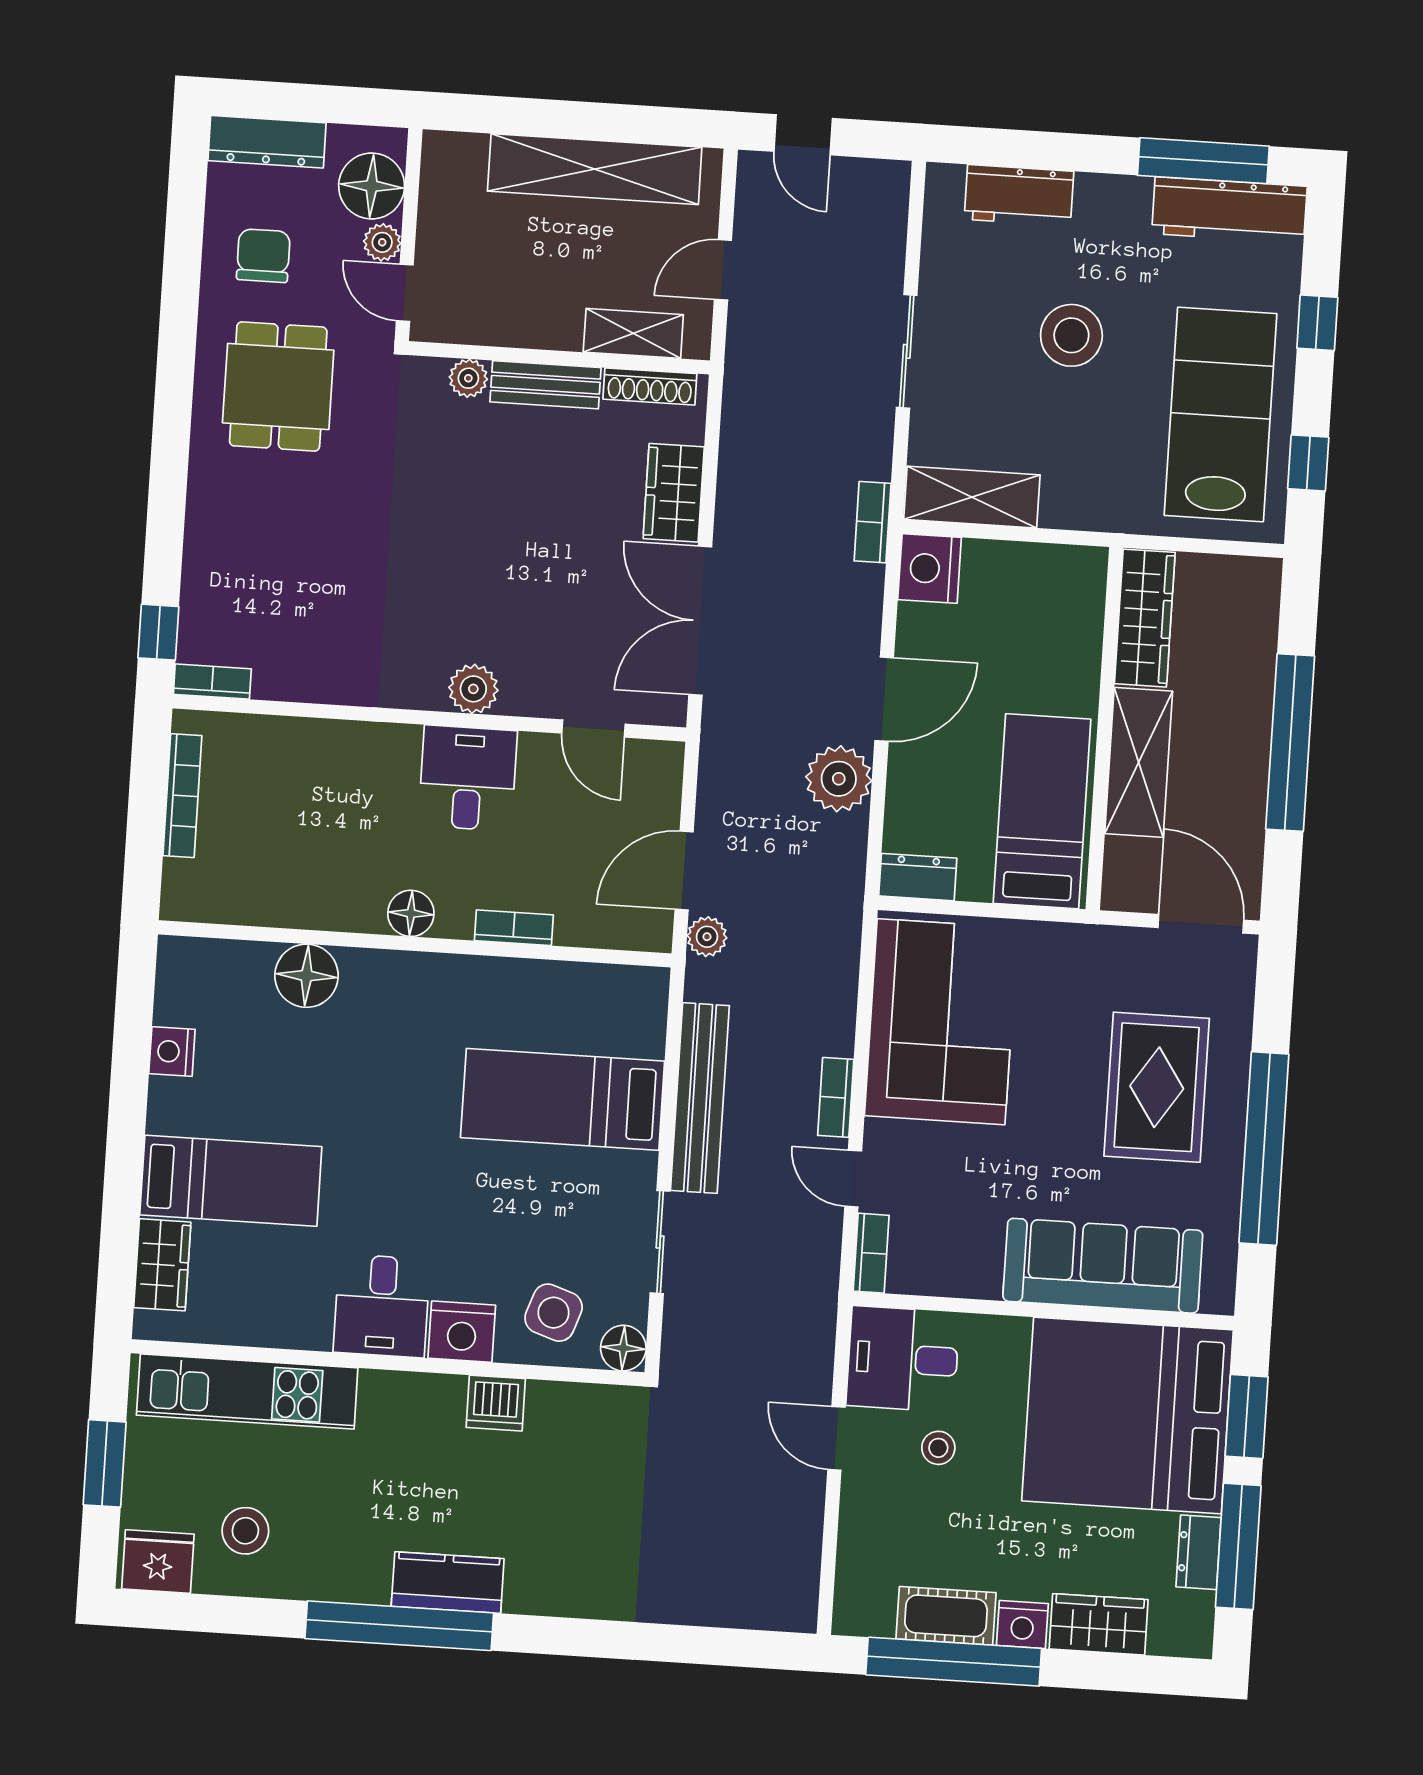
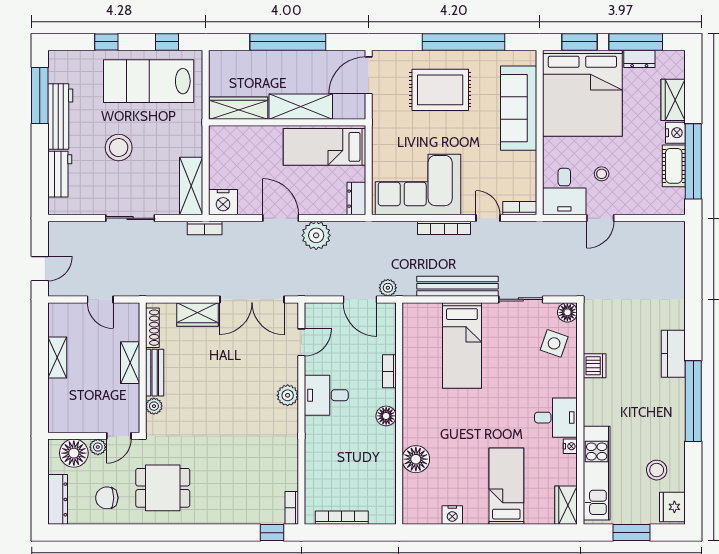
shelving: (595, 169) -> (57, 358), width x0.45, depth x0.75
workbench: (1229, 210) -> (60, 117), moved
shelving: (633, 333) -> (130, 363), moved
bookcase: (836, 1097) -> (444, 228), width x1.56
door: (853, 1179) -> (488, 218), swing flipped
wardrobe: (162, 1265) -> (566, 505), moved, turned -90
nightstand: (462, 1332) -> (570, 446), moved, width x0.53, depth x0.56
kitchen counter: (448, 1583) -> (673, 354), moved

